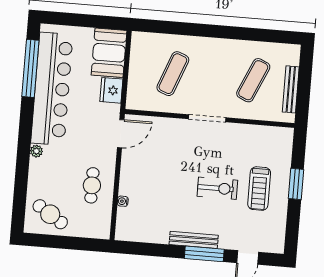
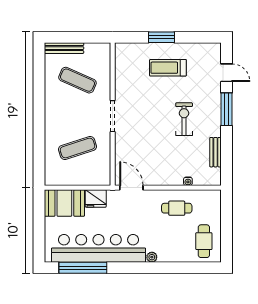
exercise mat: (173, 74) -> (77, 148), turned -39
bench: (291, 89) -> (64, 48), moved
exercise bike: (217, 188) -> (184, 119), moved
treadmill: (259, 189) -> (168, 68), turned 180
cafe table: (50, 214) -> (204, 241), turned -33
bench: (194, 240) -> (215, 152), moved, width x0.73

